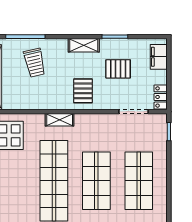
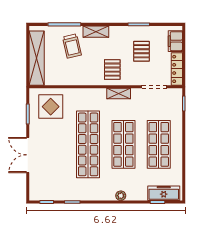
shelving: (84, 45) -> (96, 32), moved
pallet: (118, 69) -> (141, 51), turned 90
locker: (161, 97) -> (177, 69), width x1.53
shelving: (60, 120) -> (119, 94), moved

